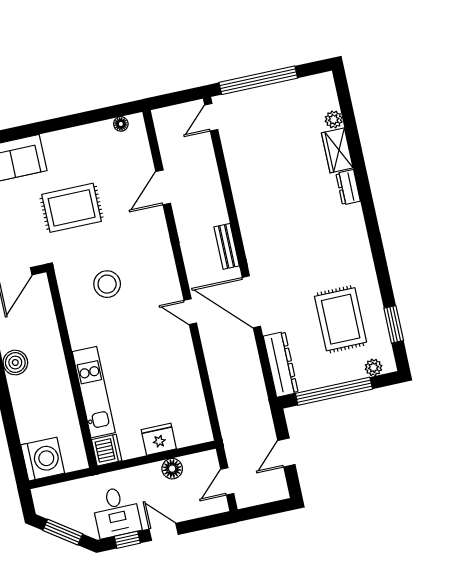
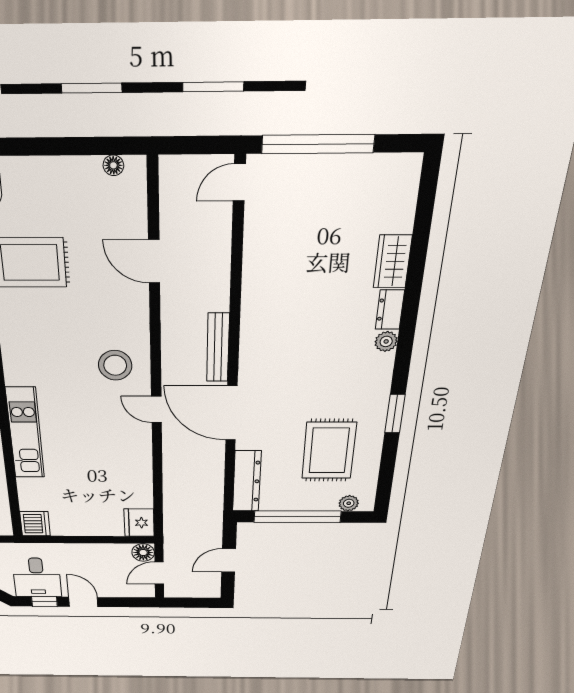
plant: (334, 120) -> (386, 341), moved
door: (163, 187) -> (154, 261), hinge flipped
bench: (227, 246) -> (218, 348), width x1.36
stool: (107, 284) -> (115, 365), moved
window: (394, 324) -> (395, 414), moved
kitchen unit: (94, 392) -> (25, 433), moved
fridge: (159, 439) -> (139, 523), moved, turned -90
floor lamp: (172, 469) -> (143, 553), moved

